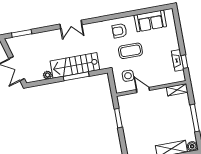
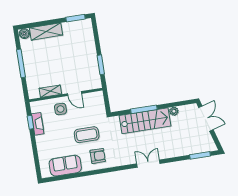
side table: (128, 76) -> (60, 109), moved
shelving: (177, 90) -> (50, 91), moved

